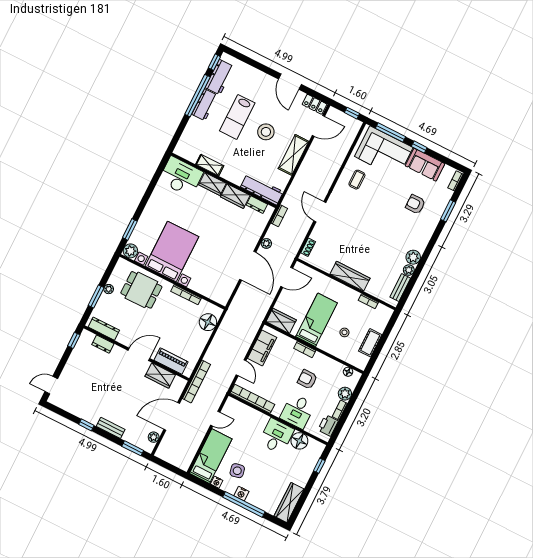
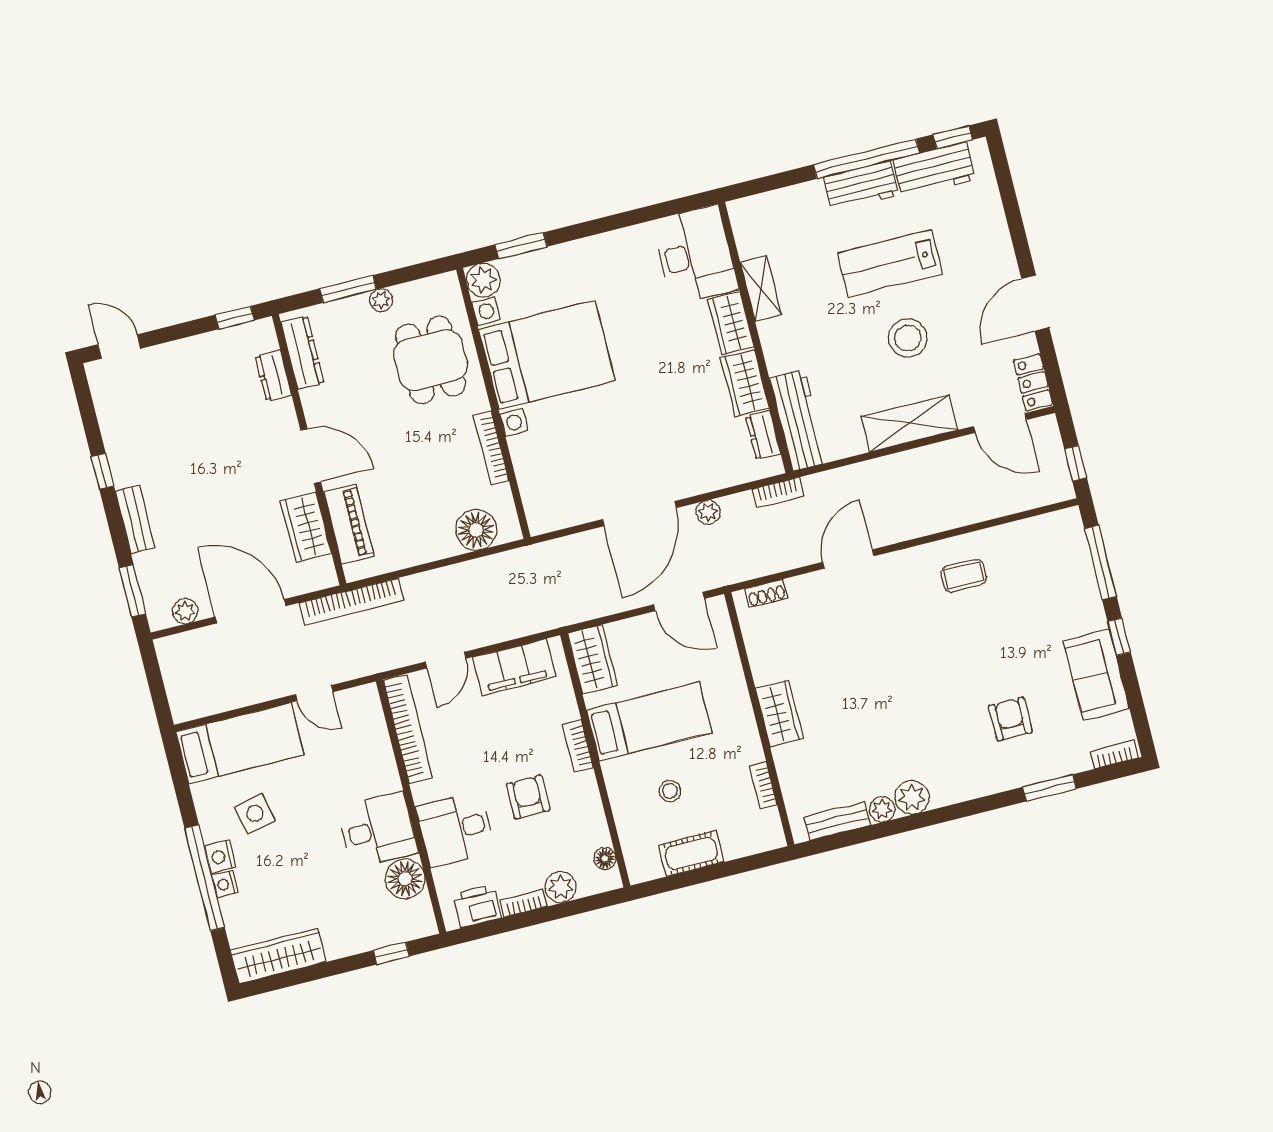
corner sofa: (384, 152) -> (1055, 581), removed
wardrobe: (350, 276) -> (780, 714), width x0.67
nightstand: (217, 482) -> (225, 884), moved

